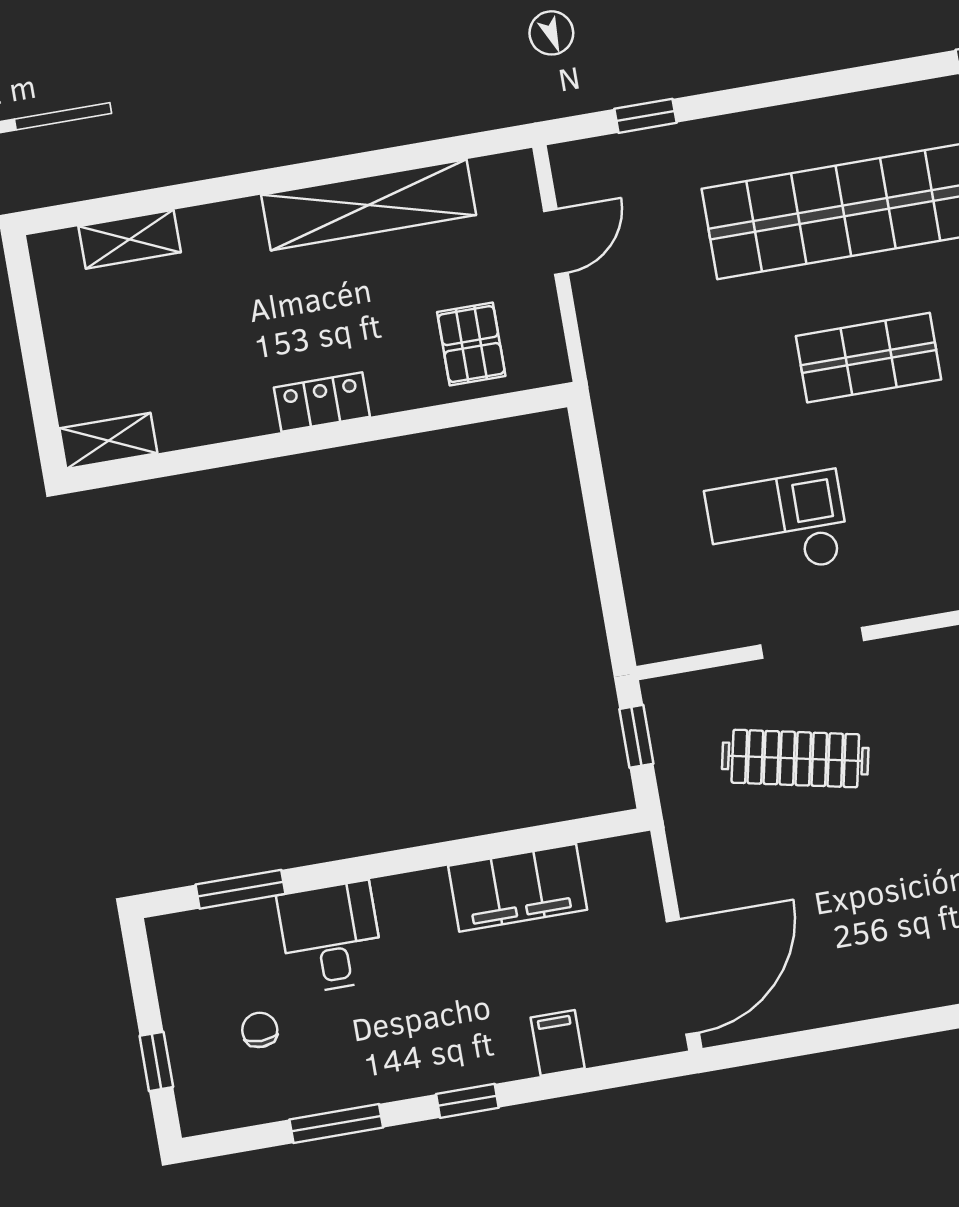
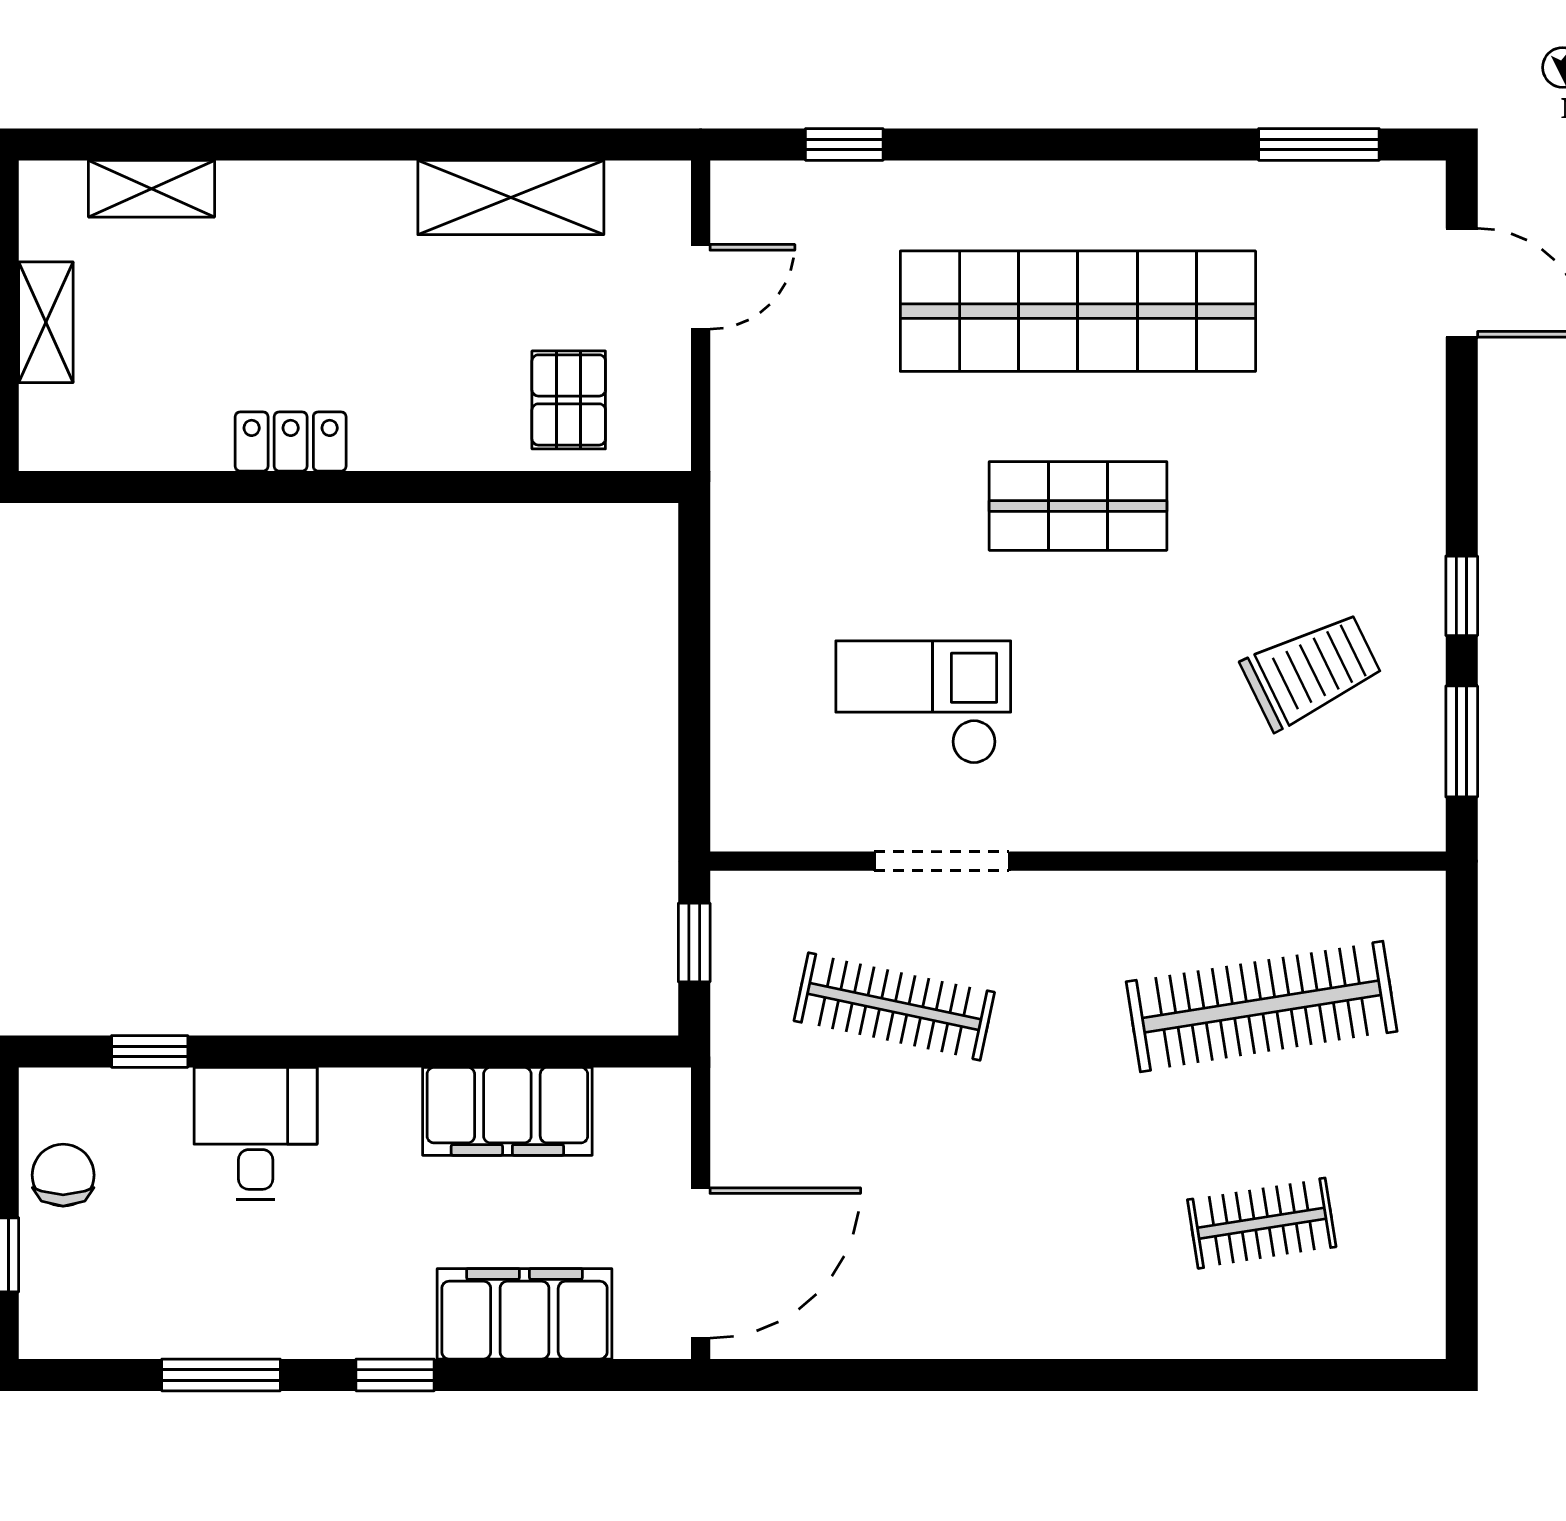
shelving: (369, 205) -> (511, 197), width x0.68
locker: (322, 402) -> (291, 442), moved
shelving: (108, 441) -> (46, 322), moved, turned 90
window: (240, 889) -> (150, 1051), width x0.67
chair: (260, 1030) -> (63, 1175), moved, width x1.37, depth x1.37
filing cabinet: (558, 1043) -> (524, 1314), width x3.00, depth x1.17

